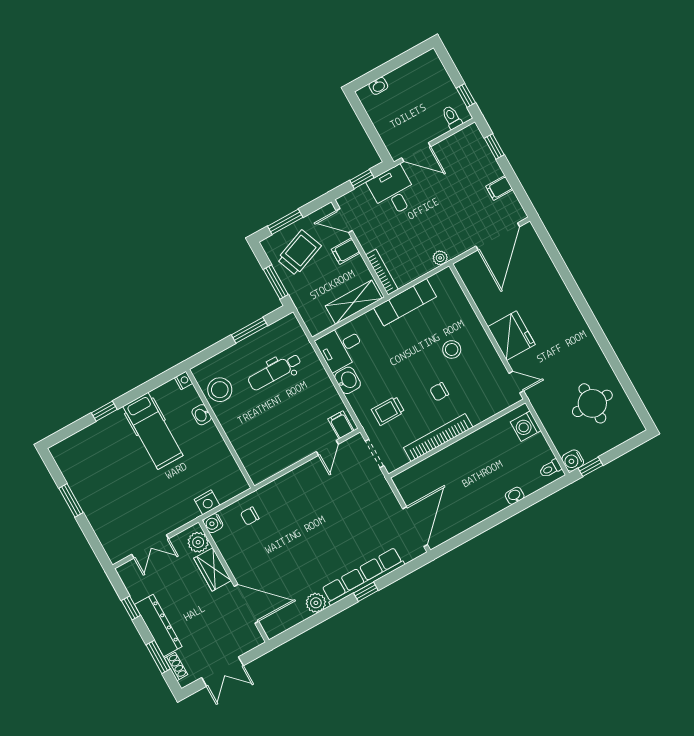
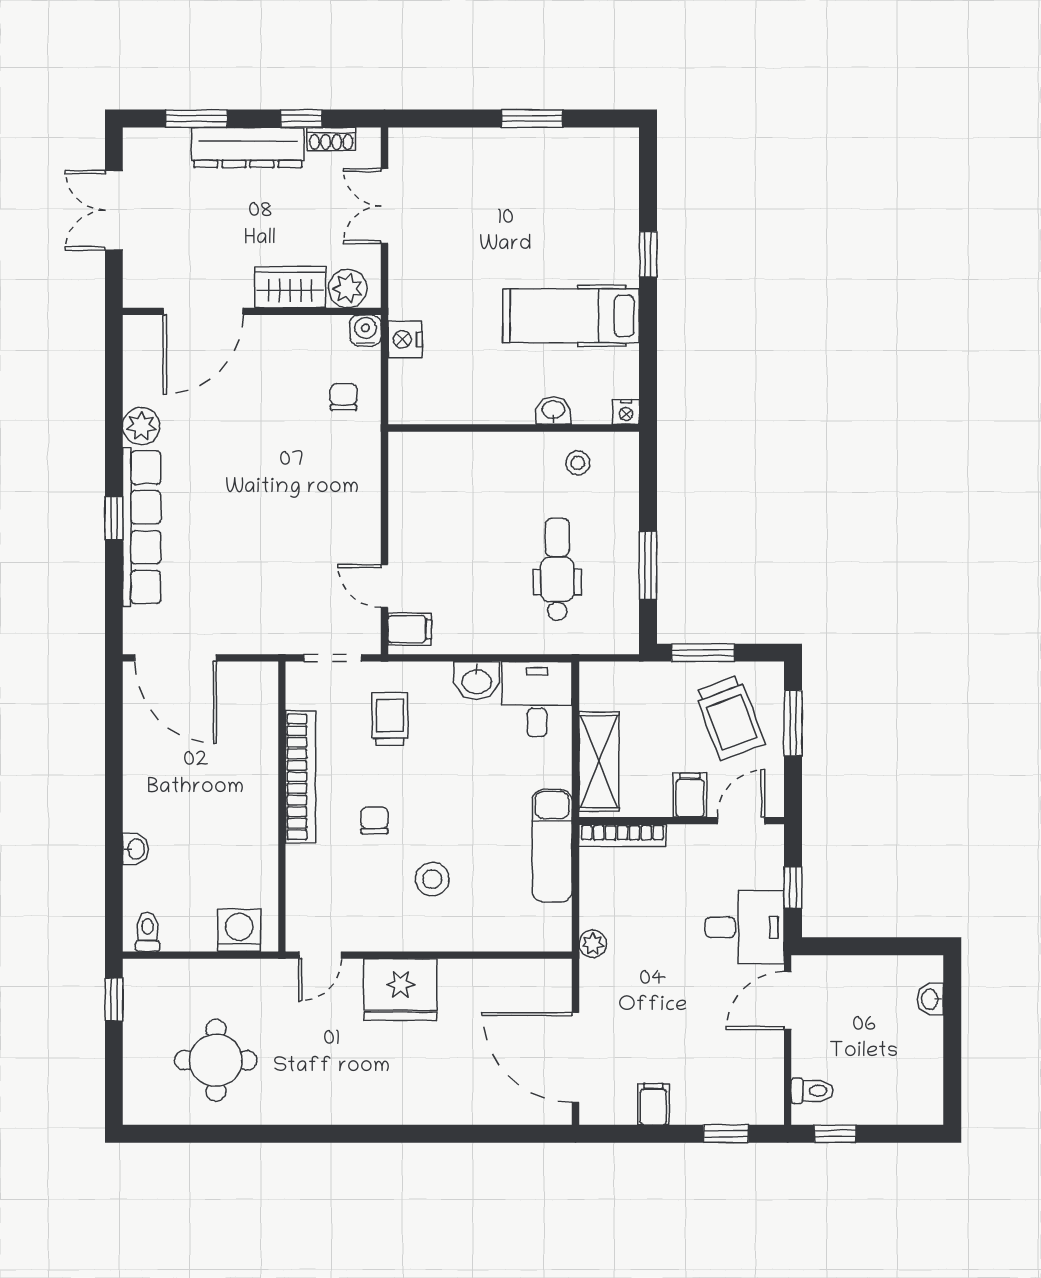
stool: (220, 390) -> (578, 463), width x0.53, depth x0.53
water cooler: (573, 461) -> (140, 976), removed
shoe rack: (176, 666) -> (331, 139), moved

